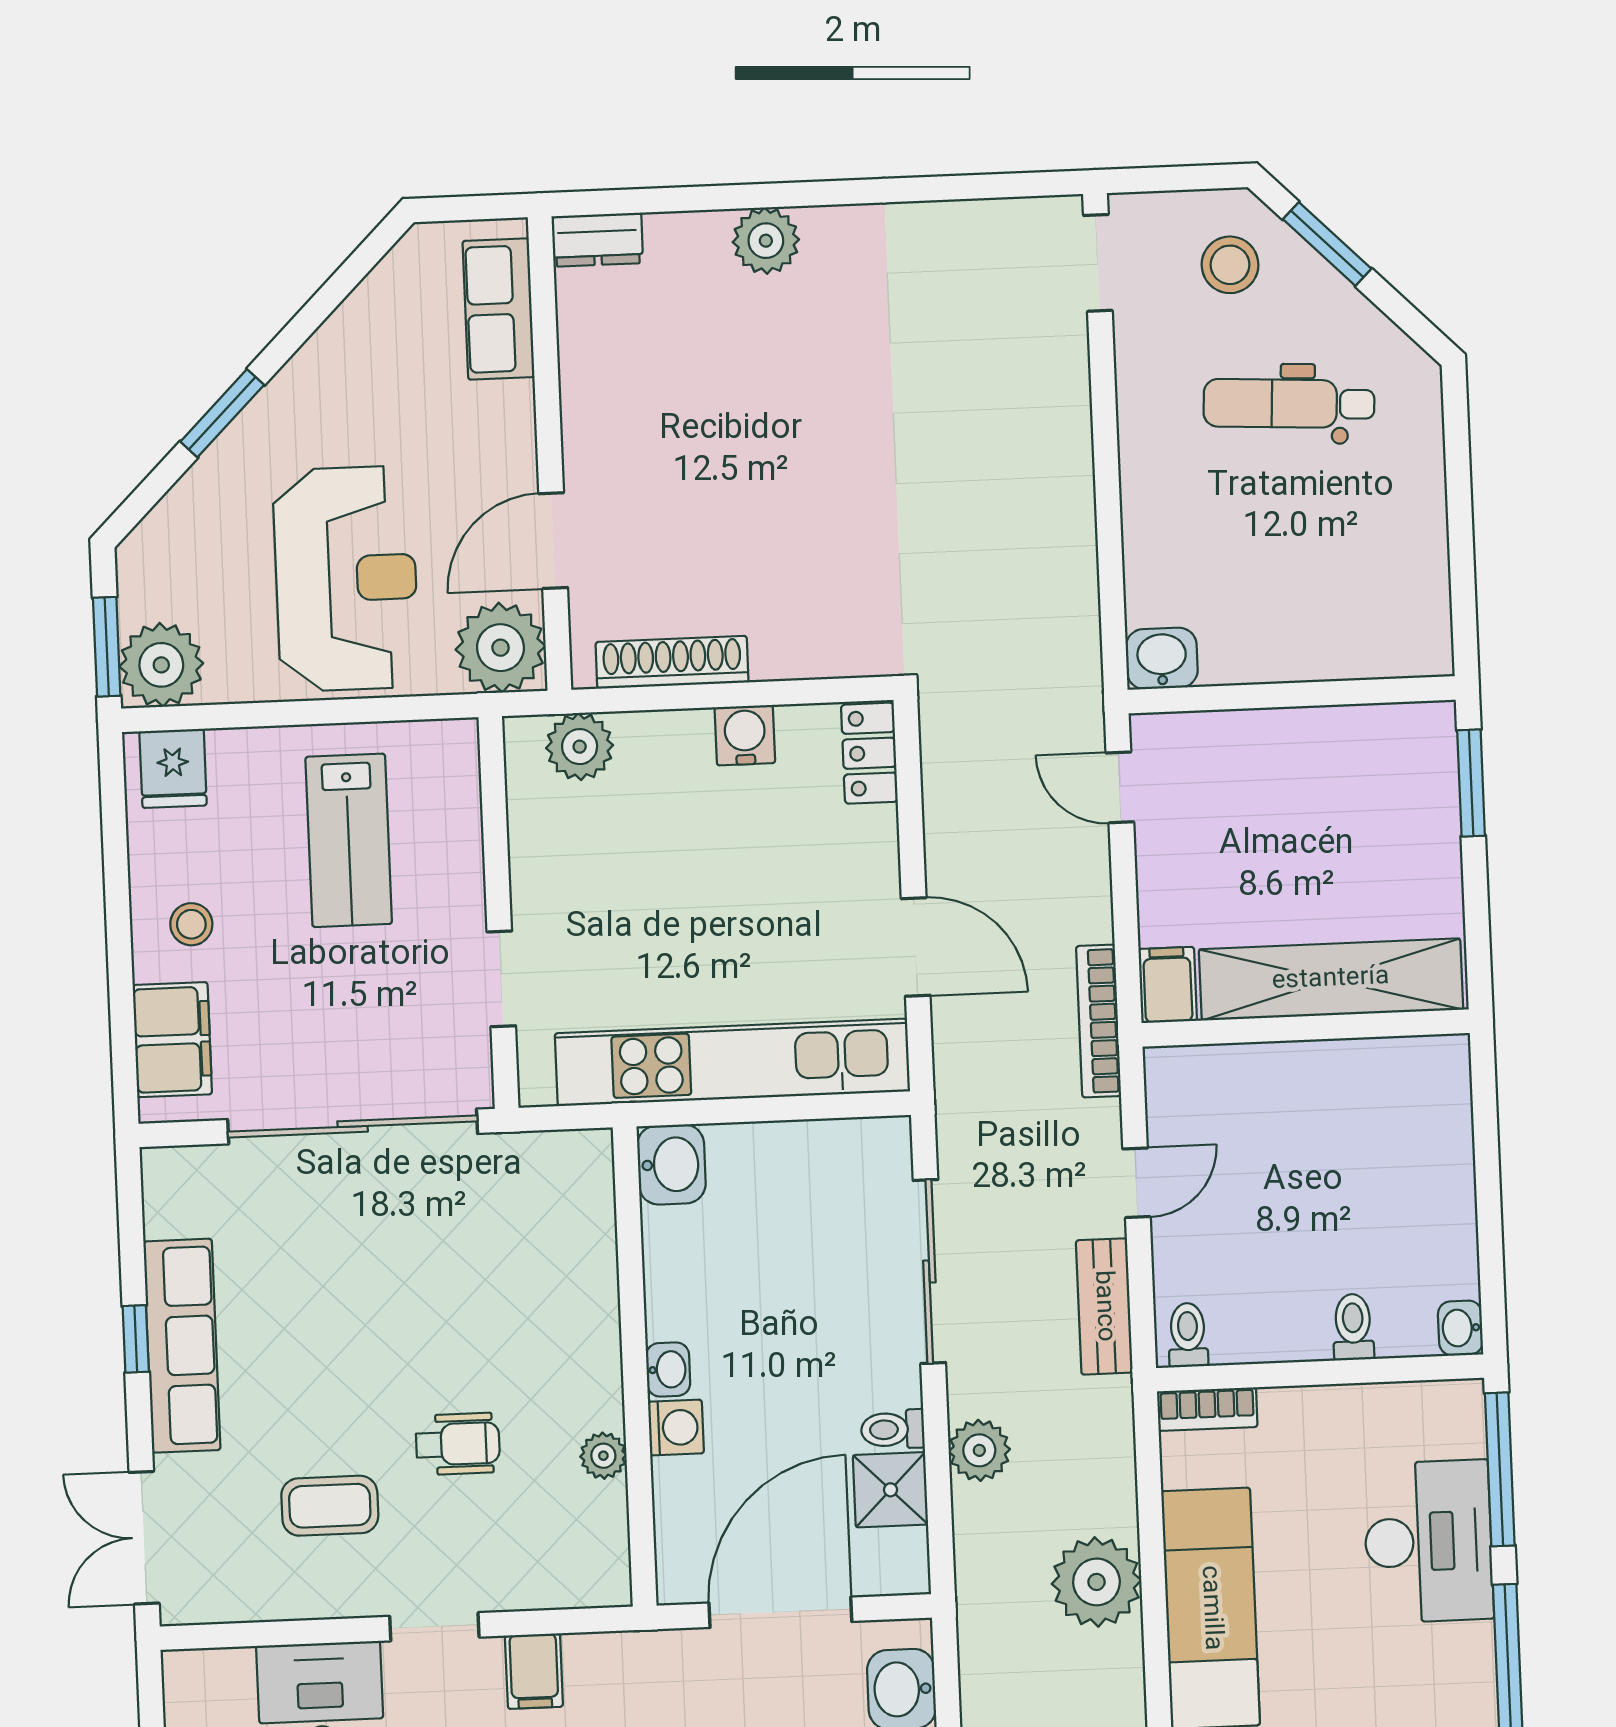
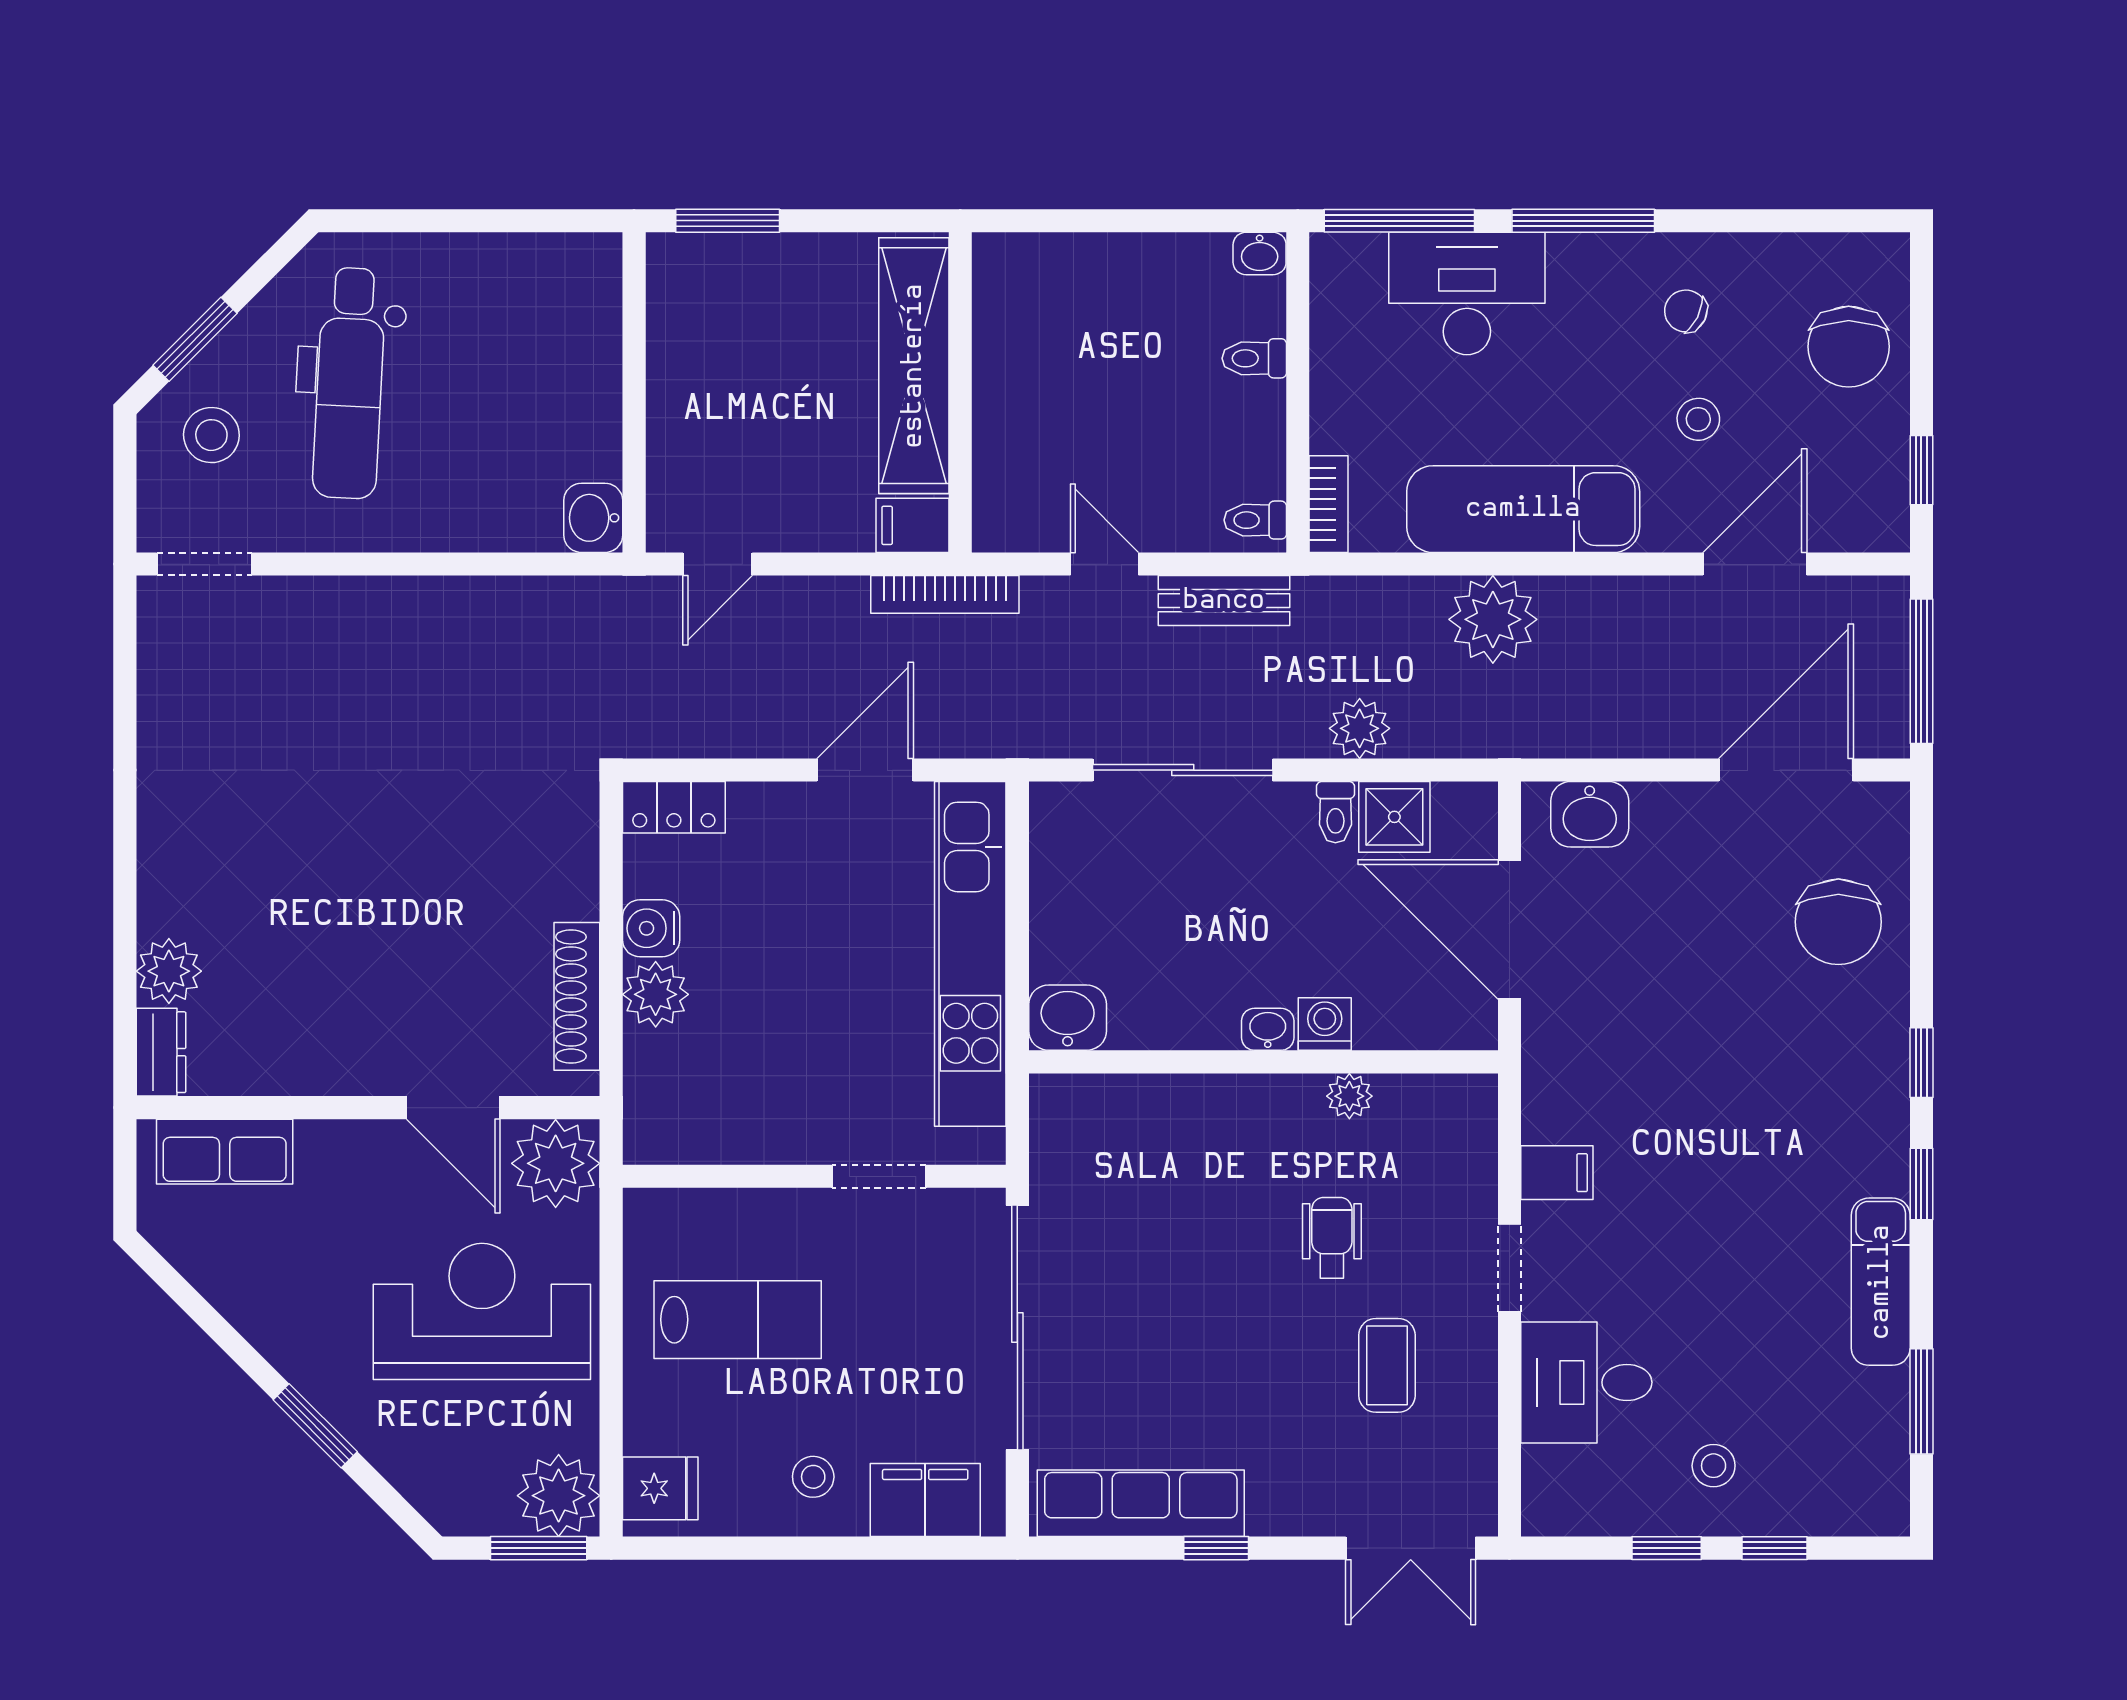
plant: (766, 241) -> (169, 971), moved
dental chair: (1289, 404) -> (349, 383), width x1.36, depth x1.38
plant: (580, 747) -> (656, 994), moved
row of seats: (182, 1346) -> (1141, 1503), moved

